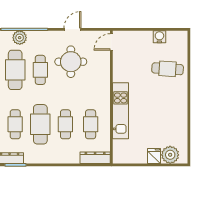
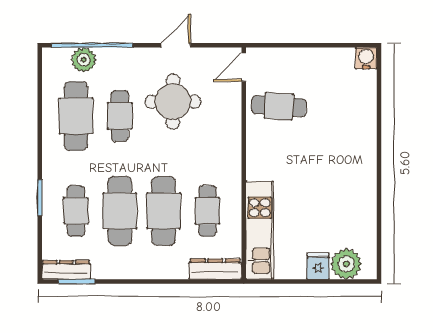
water cooler: (159, 37) -> (366, 58), moved
cafe table: (168, 69) -> (279, 106), moved
kitchen unit: (121, 111) -> (260, 230), moved
cafe table: (65, 124) -> (164, 211), width x1.37, depth x1.35

